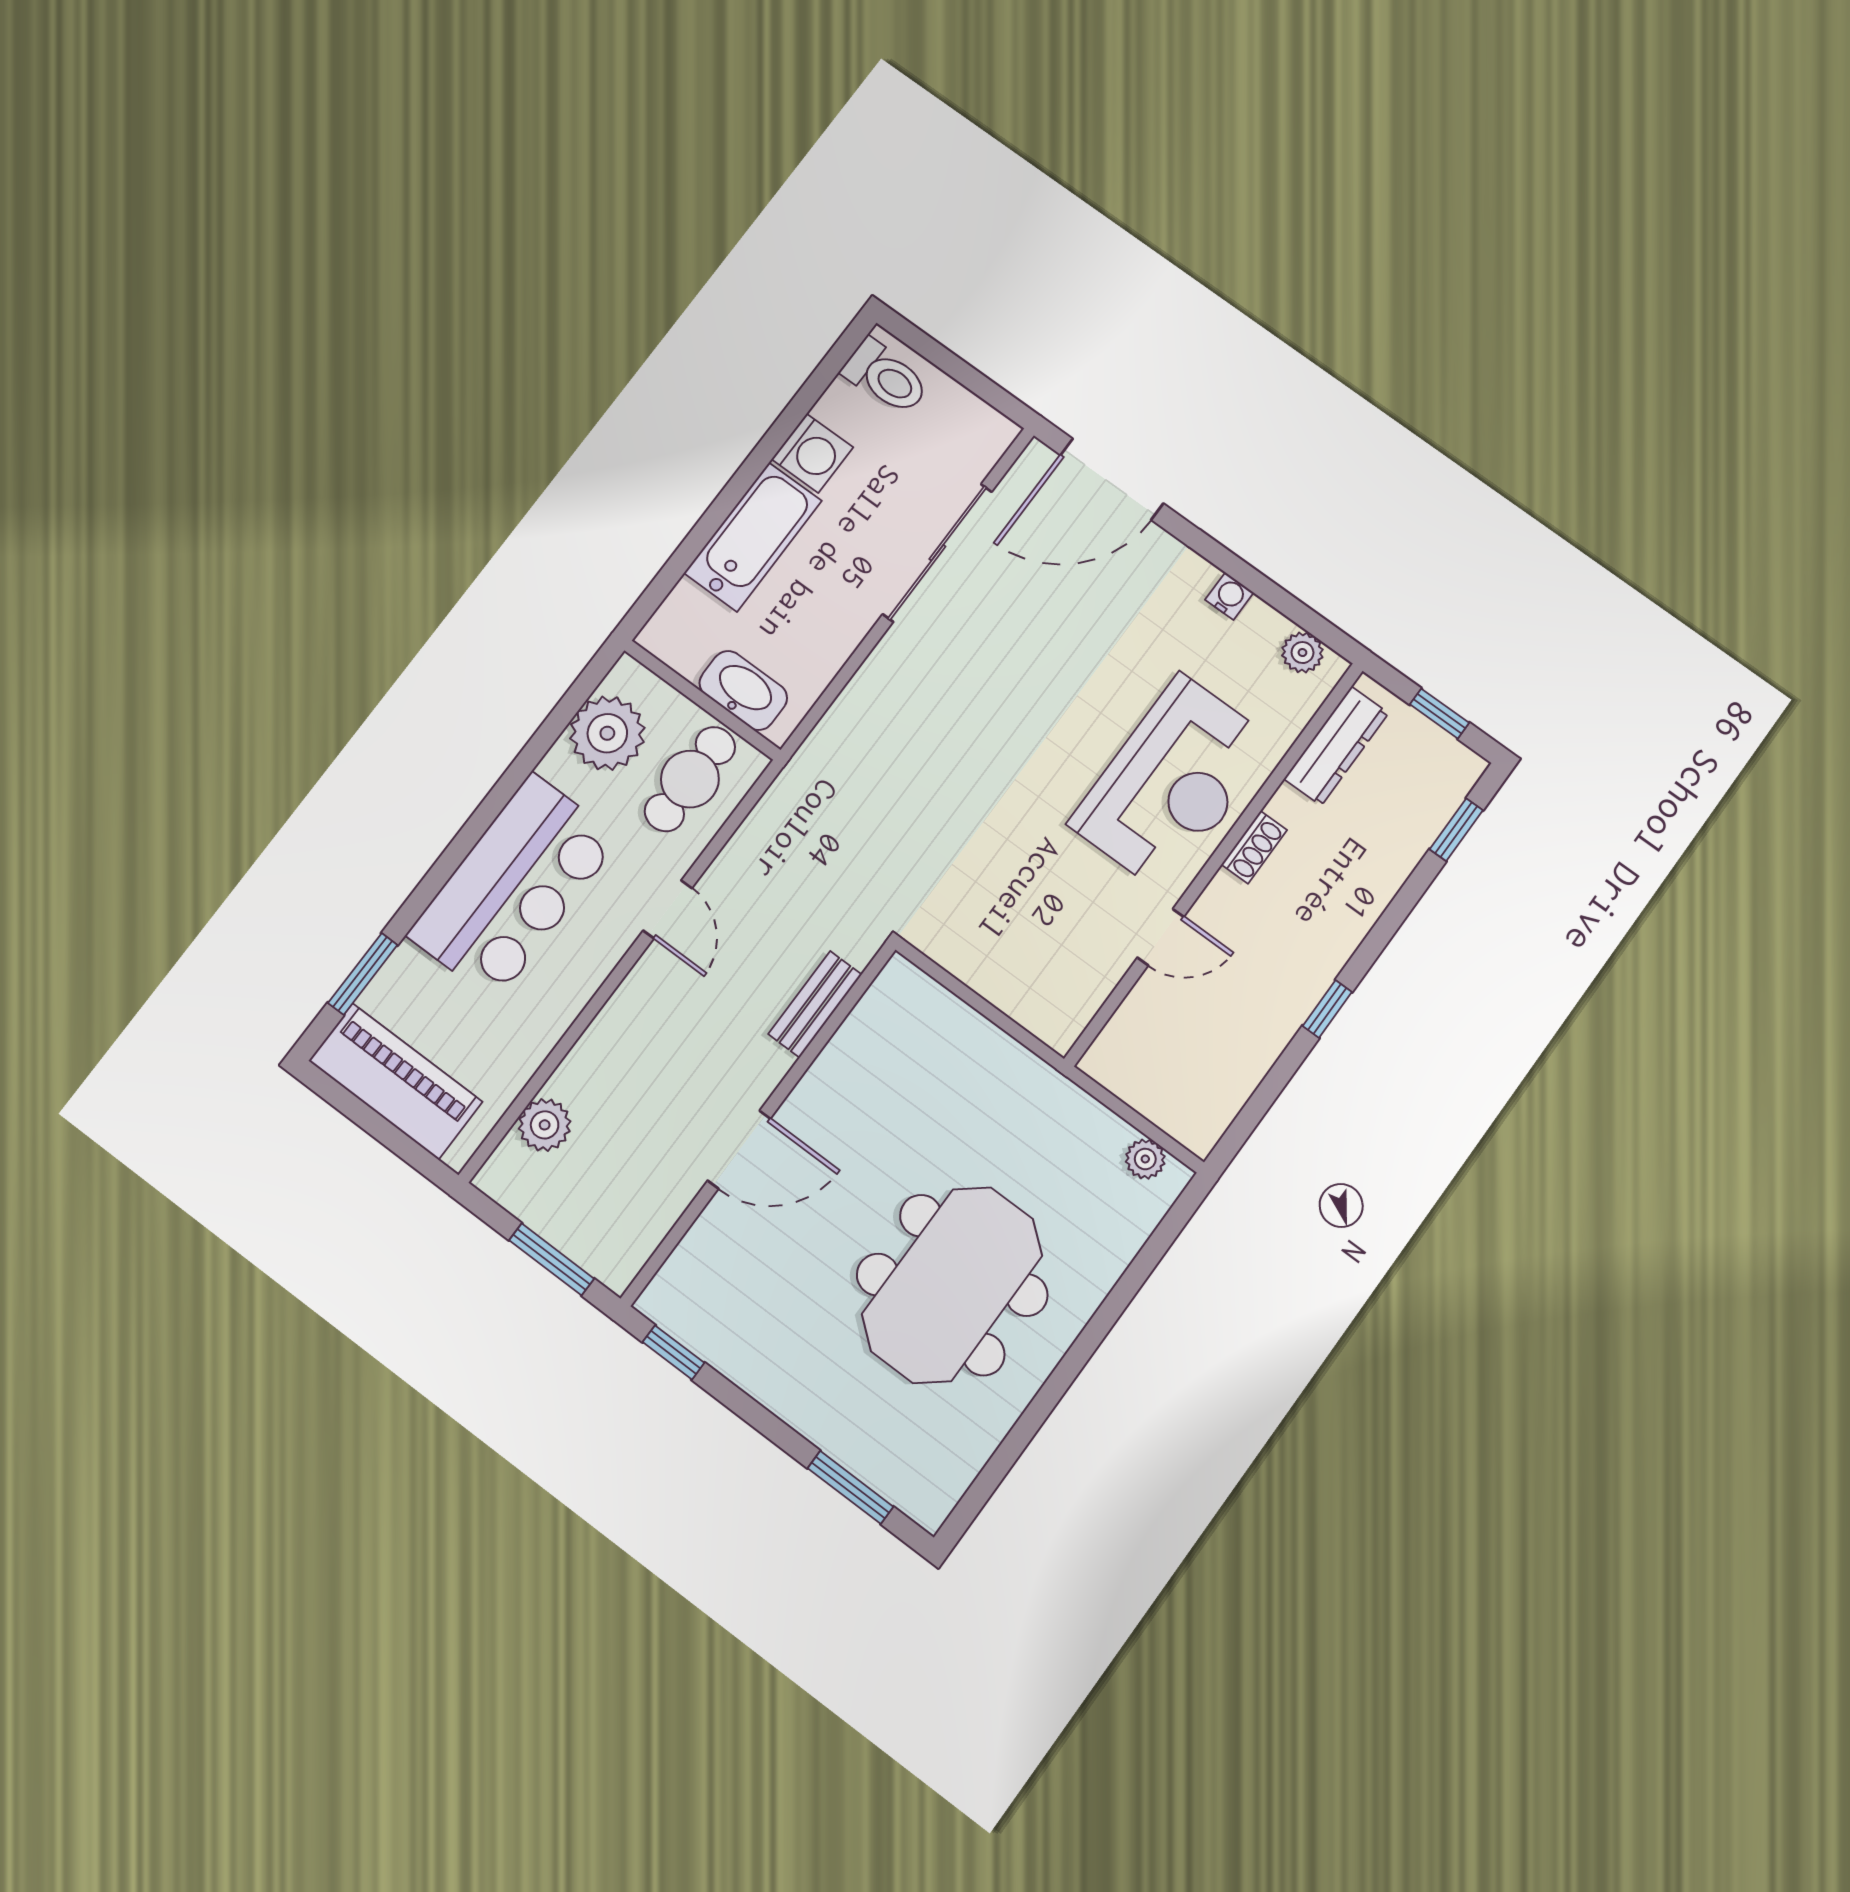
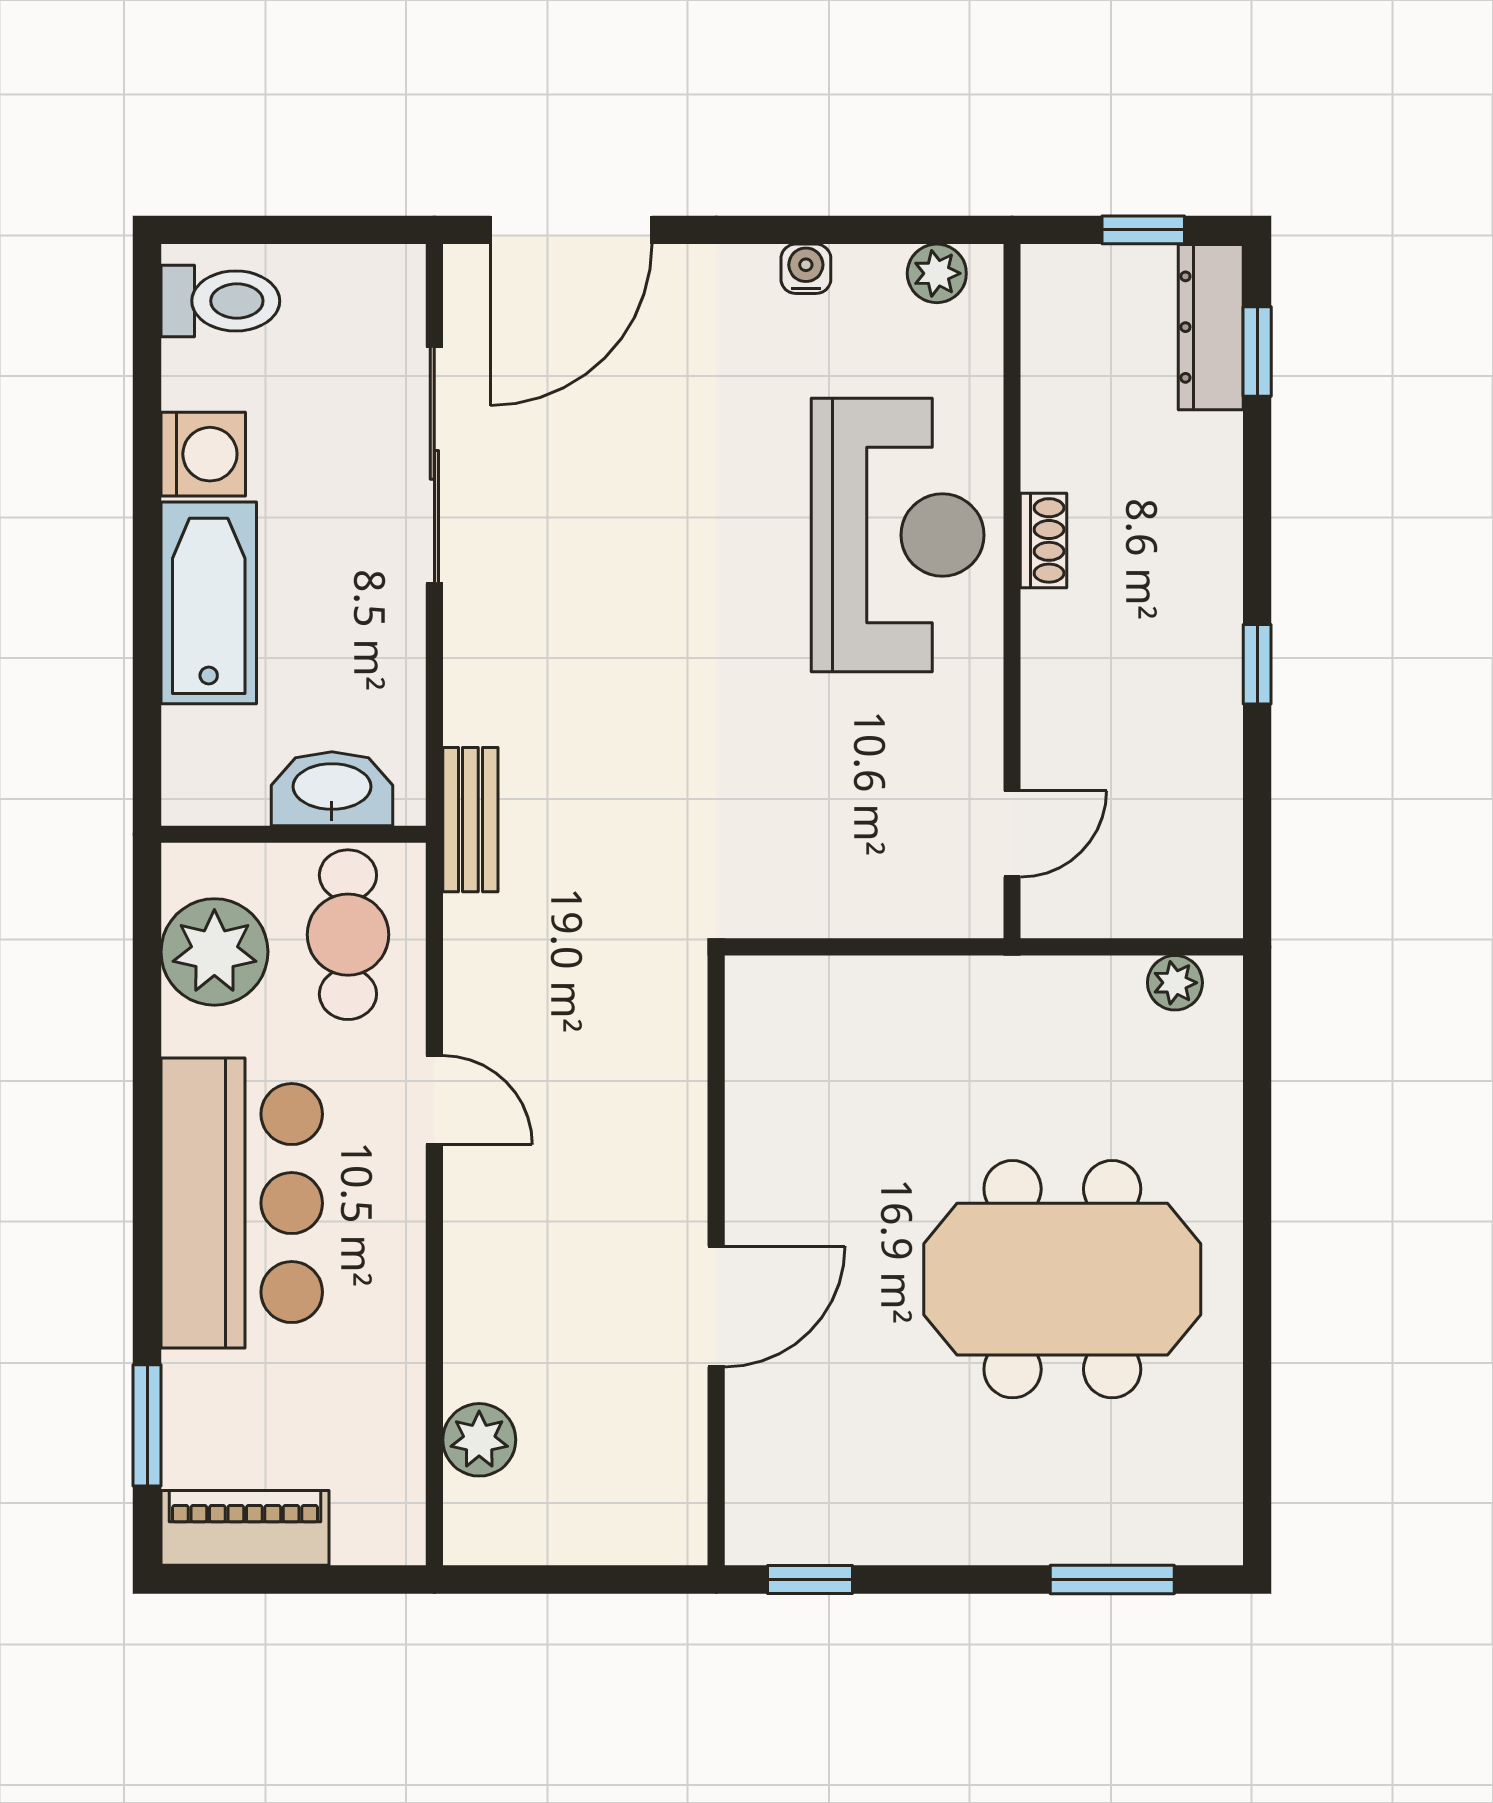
dresser: (1336, 746) -> (1211, 327), moved, turned 180
door: (1161, 937) -> (1012, 834), moved
bench: (815, 1004) -> (470, 820), moved
piano: (395, 1081) -> (245, 1528), width x0.73, depth x0.75
window: (552, 1259) -> (599, 1579), removed
meeting table: (952, 1285) -> (1062, 1279), turned 90

